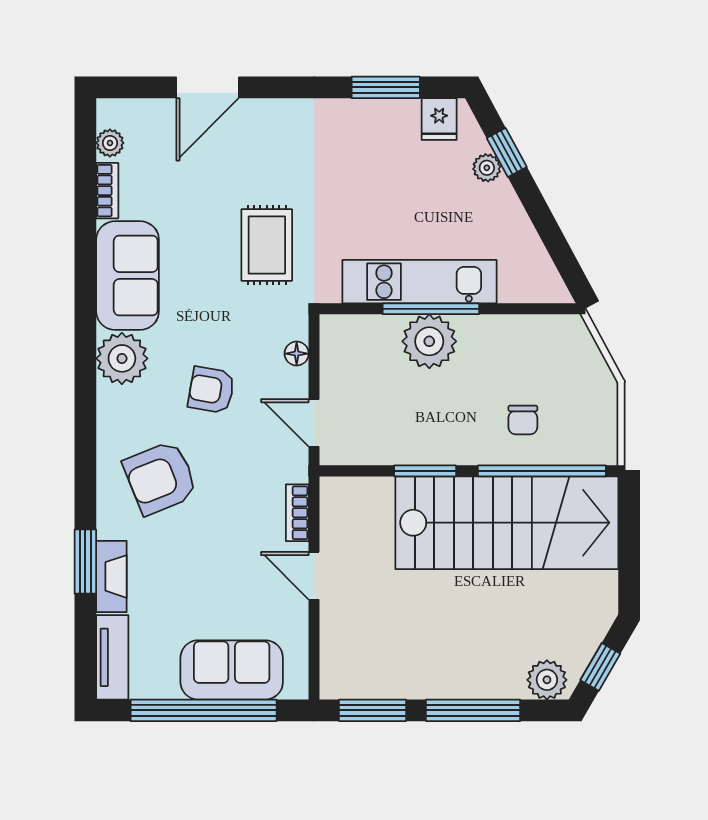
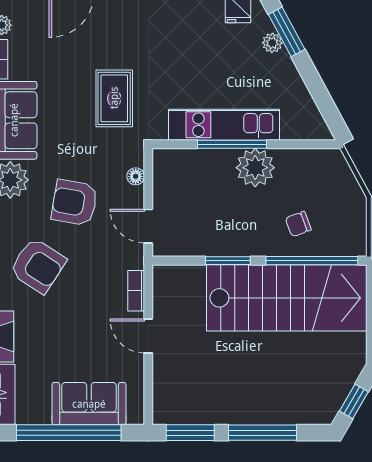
window: (507, 152) -> (287, 32), width x1.50
plant: (429, 341) -> (255, 168), moved
armchair: (211, 390) -> (74, 203), width x1.38, depth x1.38
chair: (523, 420) -> (298, 224), turned 70
armchair: (160, 478) -> (38, 266), turned -125
plant: (547, 680) -> (315, 411), removed

